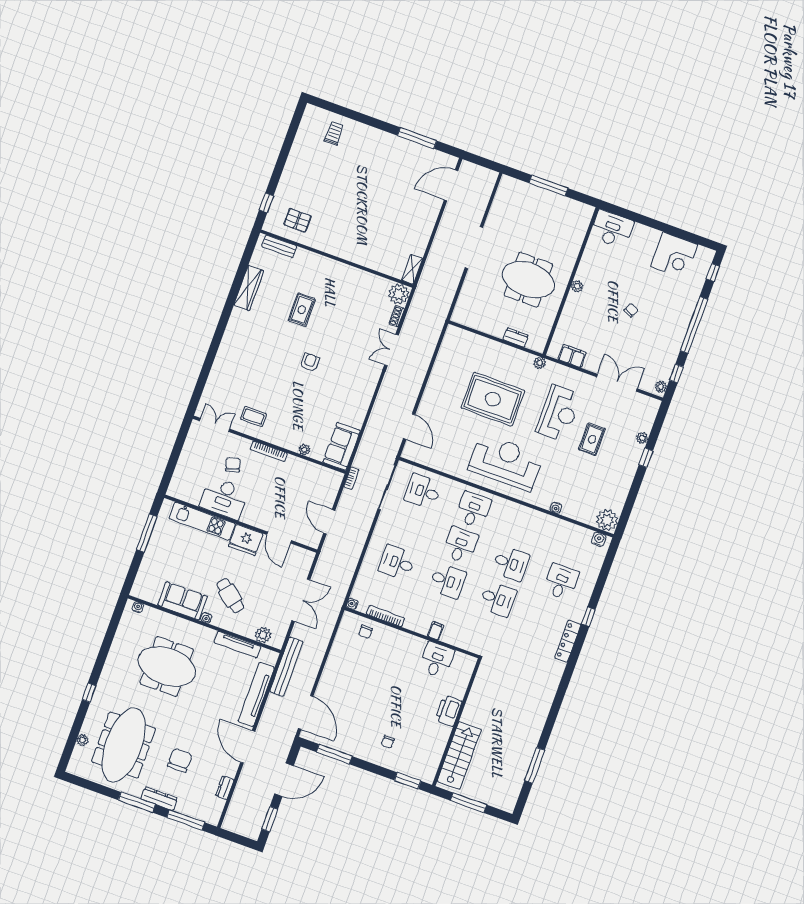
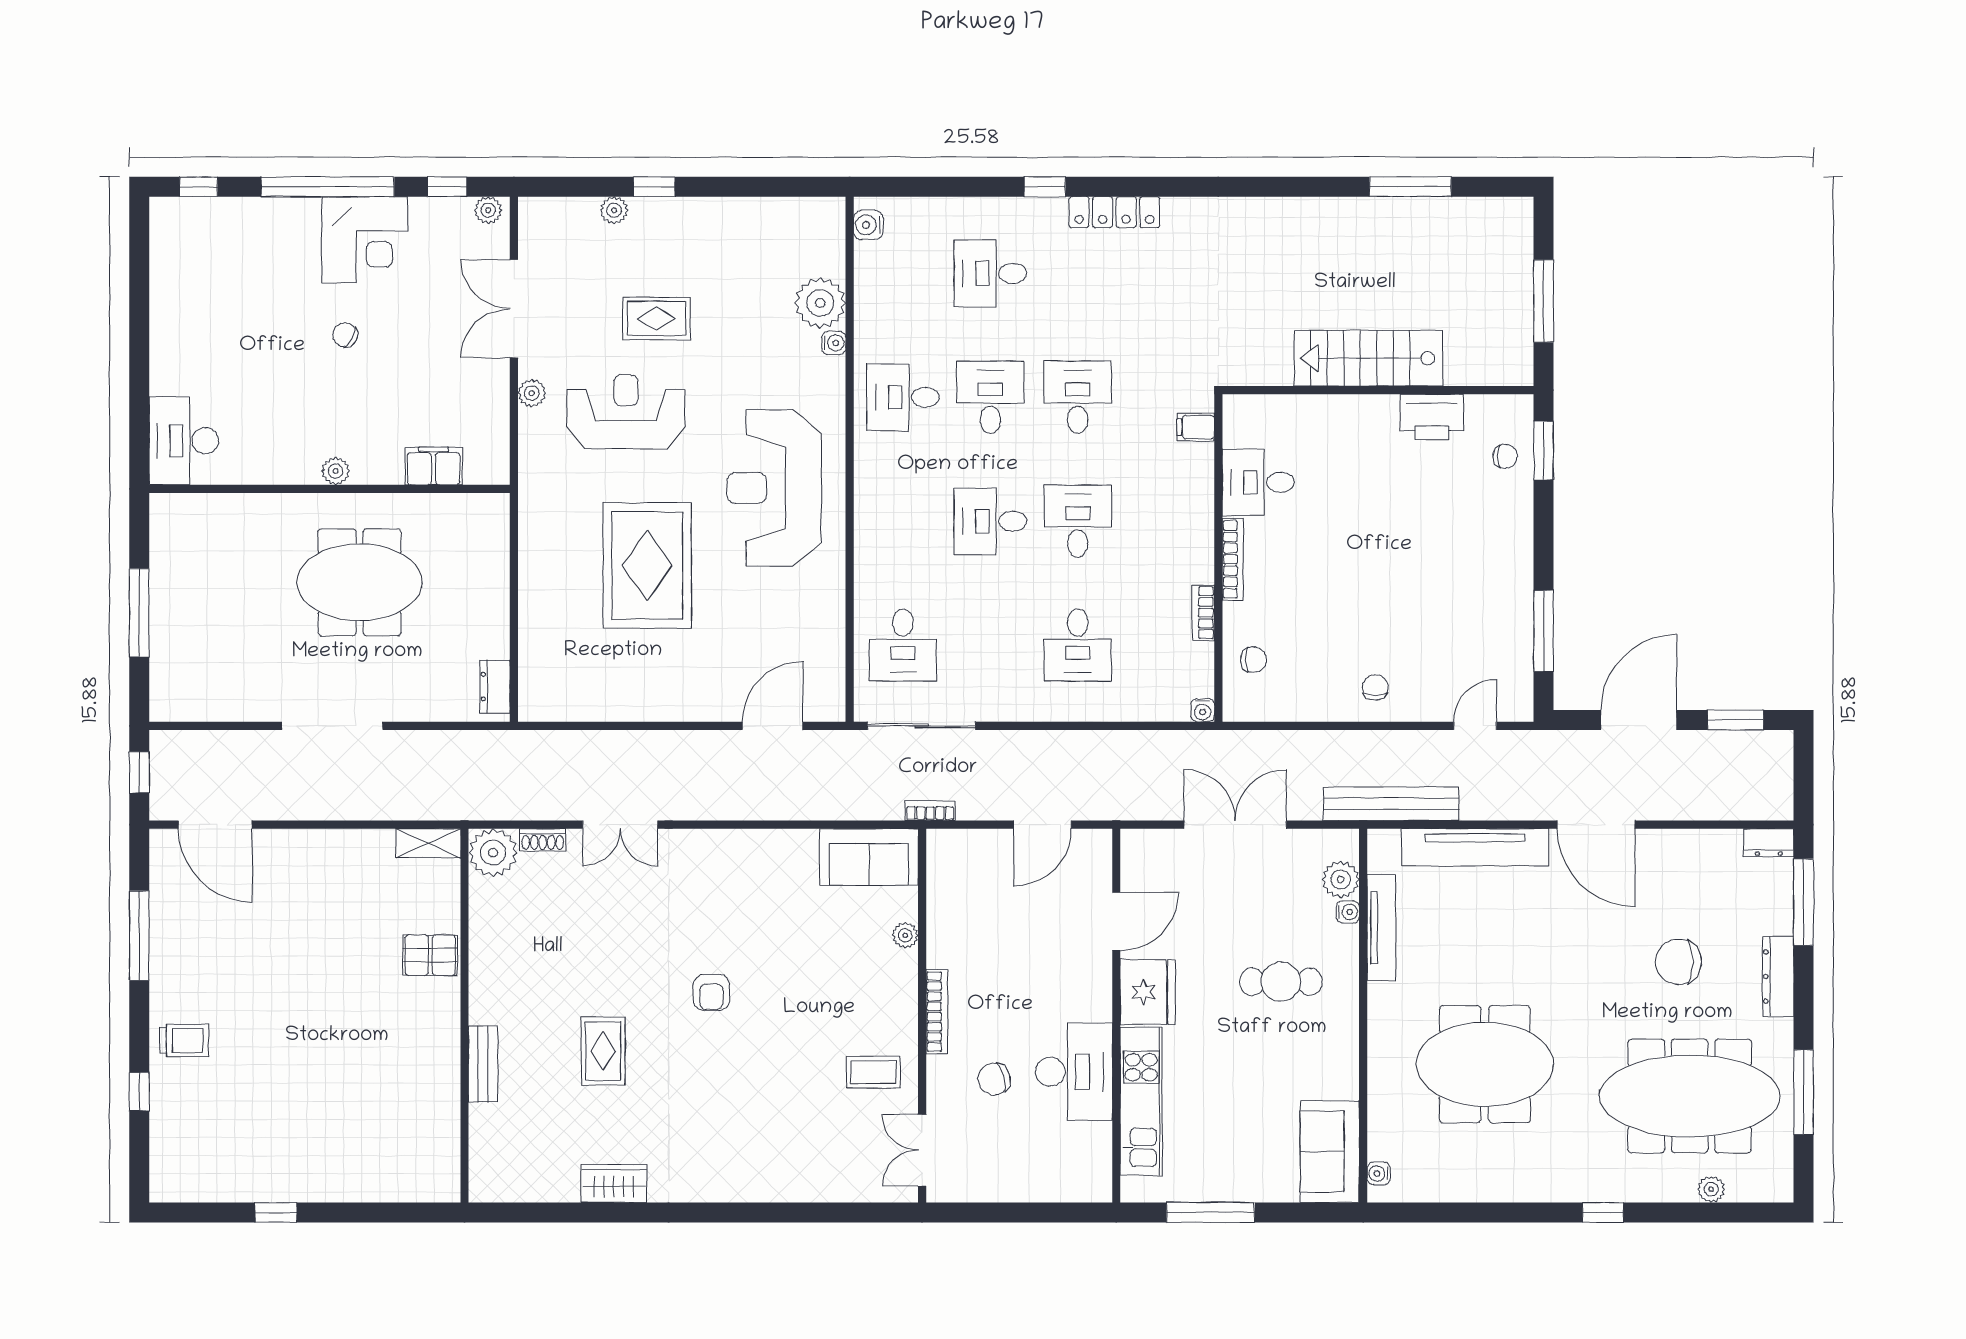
window: (354, 115) -> (139, 1092), added
trolley: (334, 133) -> (184, 1041), moved, turned 180
window: (483, 162) -> (139, 772), added
window: (266, 203) -> (276, 1212), moved
pallet: (298, 220) -> (430, 955), moved, turned 90
bench: (279, 246) -> (483, 1064), moved
corner desk: (674, 256) -> (365, 240), moved, turned 90
meeting table: (528, 280) -> (360, 582), turned 90
wardrobe: (249, 288) -> (614, 1183), width x0.67
rug: (302, 310) -> (603, 1051), turned 90
dresser: (516, 337) -> (495, 687), moved
filing cabinet: (572, 356) -> (434, 466), moved, turned 90
armchair: (310, 362) -> (711, 992), turned -90
plant: (540, 363) -> (532, 393), moved
coffee table: (253, 416) -> (873, 1072), turned 90
desk: (473, 510) -> (903, 397), moved
plant: (607, 520) -> (820, 303), moved
cafe table: (230, 596) -> (1281, 982), turned 51
sofa: (183, 601) -> (1330, 1152), moved
bookcase: (385, 616) -> (1203, 613), width x0.64
water cooler: (206, 618) -> (1348, 912), moved
filing cabinet: (436, 631) -> (1196, 427), moved
bookcase: (409, 638) -> (1233, 559), added
meeting table: (167, 666) -> (1485, 1064), turned 90
chair: (336, 677) -> (1375, 687), added
printer: (448, 711) -> (1432, 417), moved
door: (306, 712) -> (1475, 726), width x0.53
chair: (388, 742) -> (1505, 456), moved
door: (248, 747) -> (1596, 825), hinge flipped
stairs: (459, 755) -> (1368, 358), moved
door: (284, 780) -> (1639, 720), hinge flipped
dresser: (225, 788) -> (1769, 843), moved
window: (137, 802) -> (1804, 1092), moved

